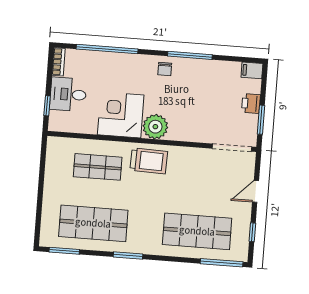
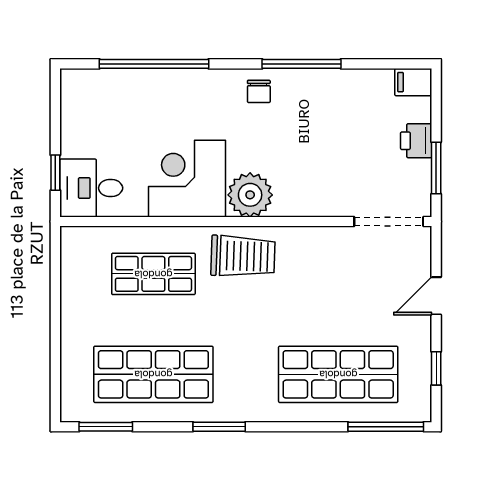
bookcase: (59, 62) -> (70, 93), removed
desk: (68, 94) -> (91, 188), moved

